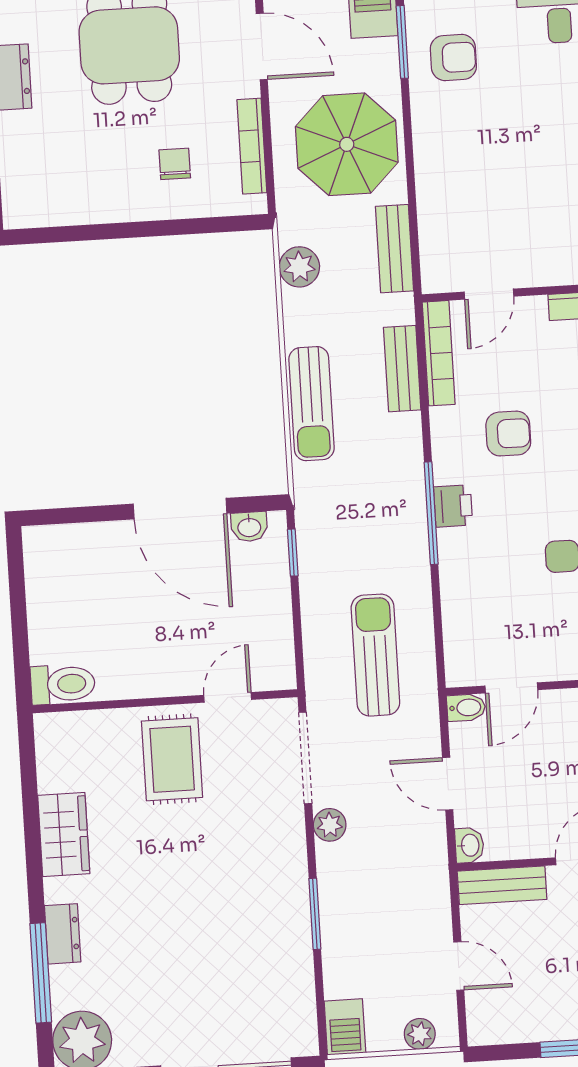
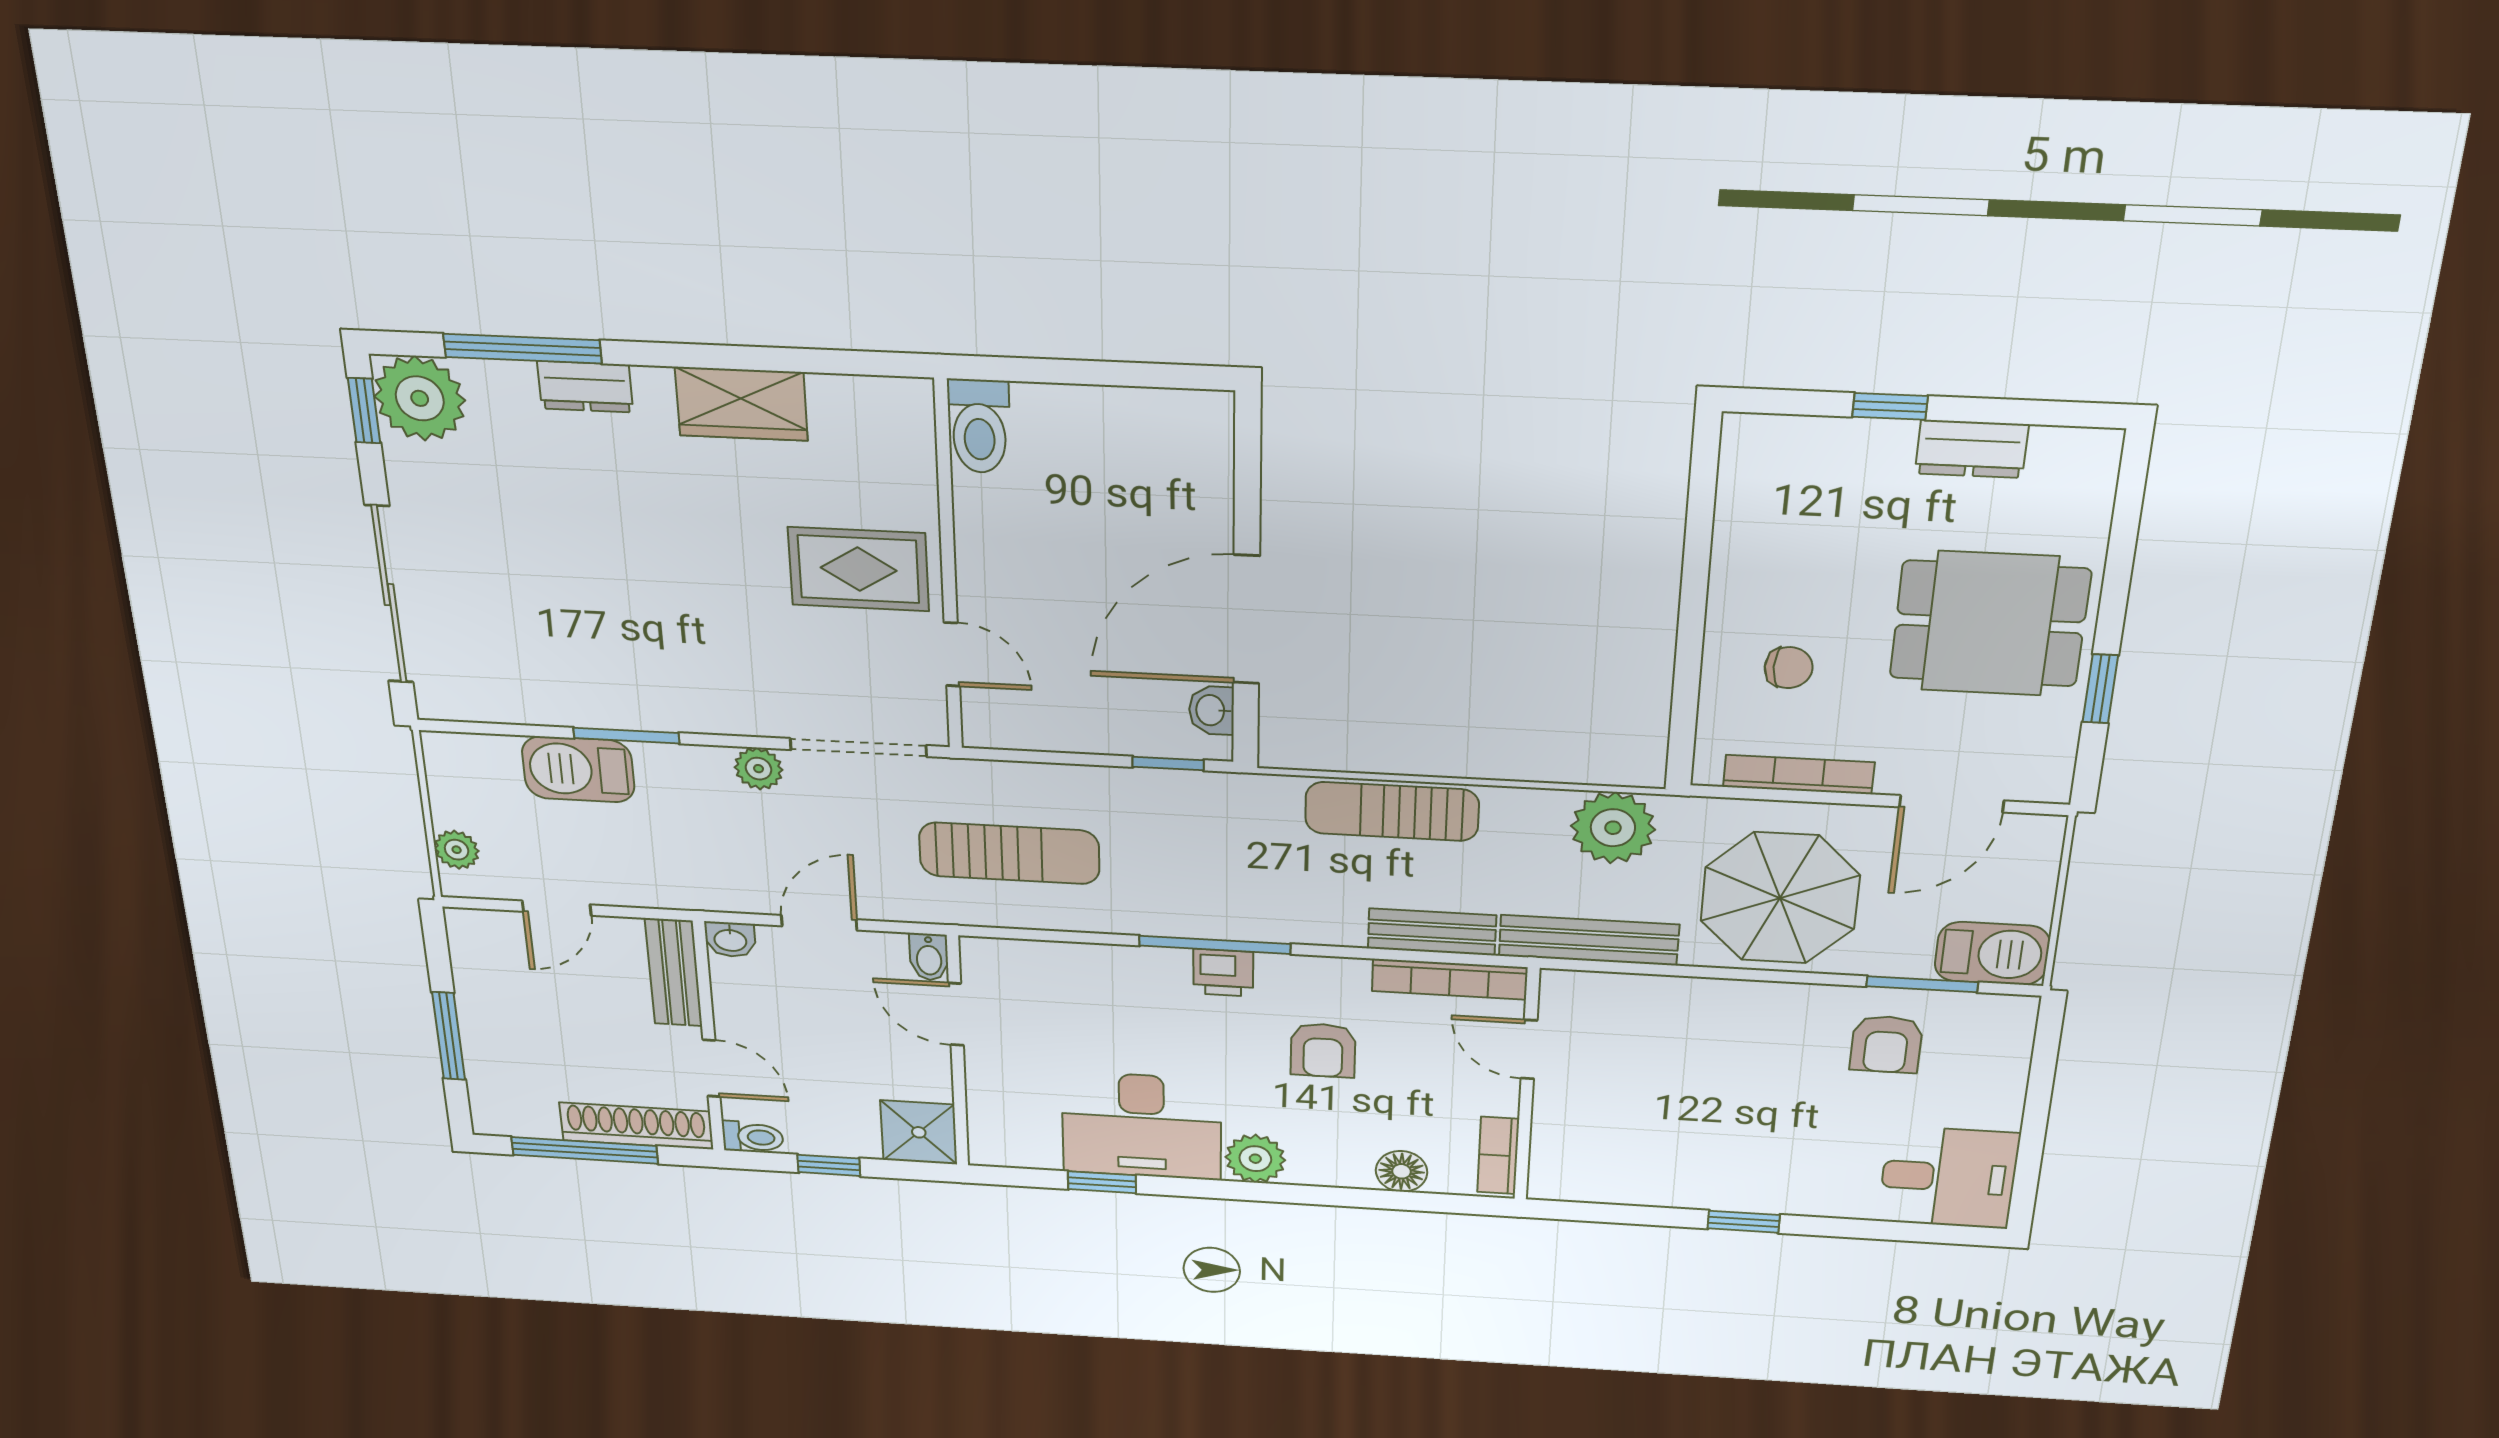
bench: (395, 249) -> (1589, 940), width x1.36
plant: (299, 267) -> (1613, 828), width x1.36, depth x1.36
barbecue: (345, 1027) -> (578, 769), moved, width x1.38, depth x1.27

